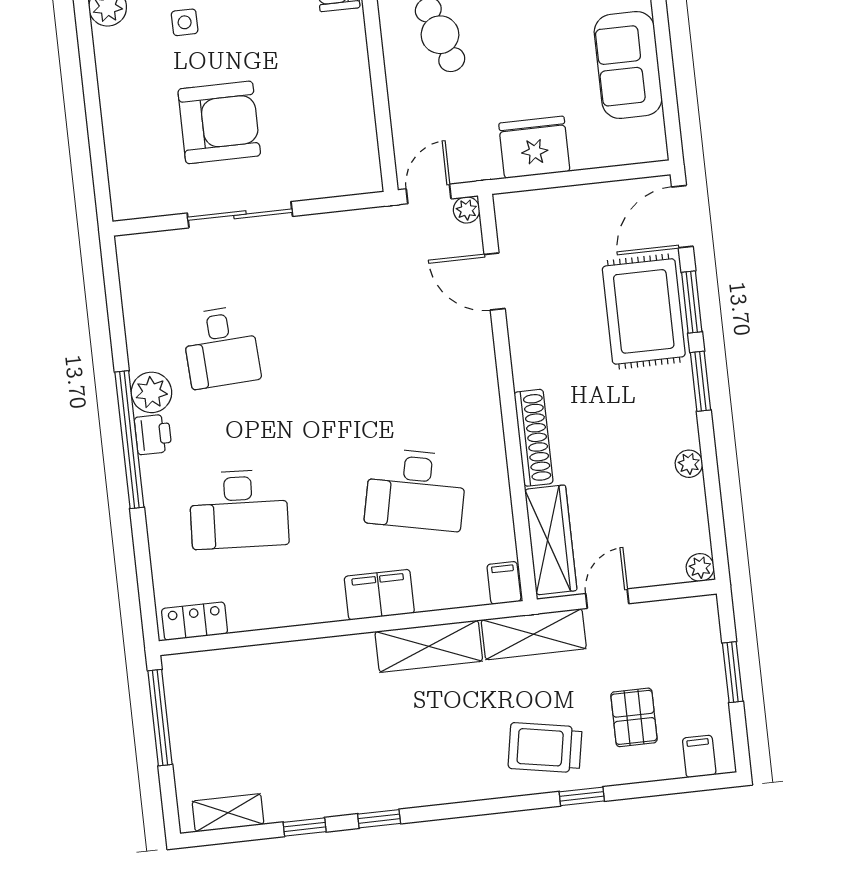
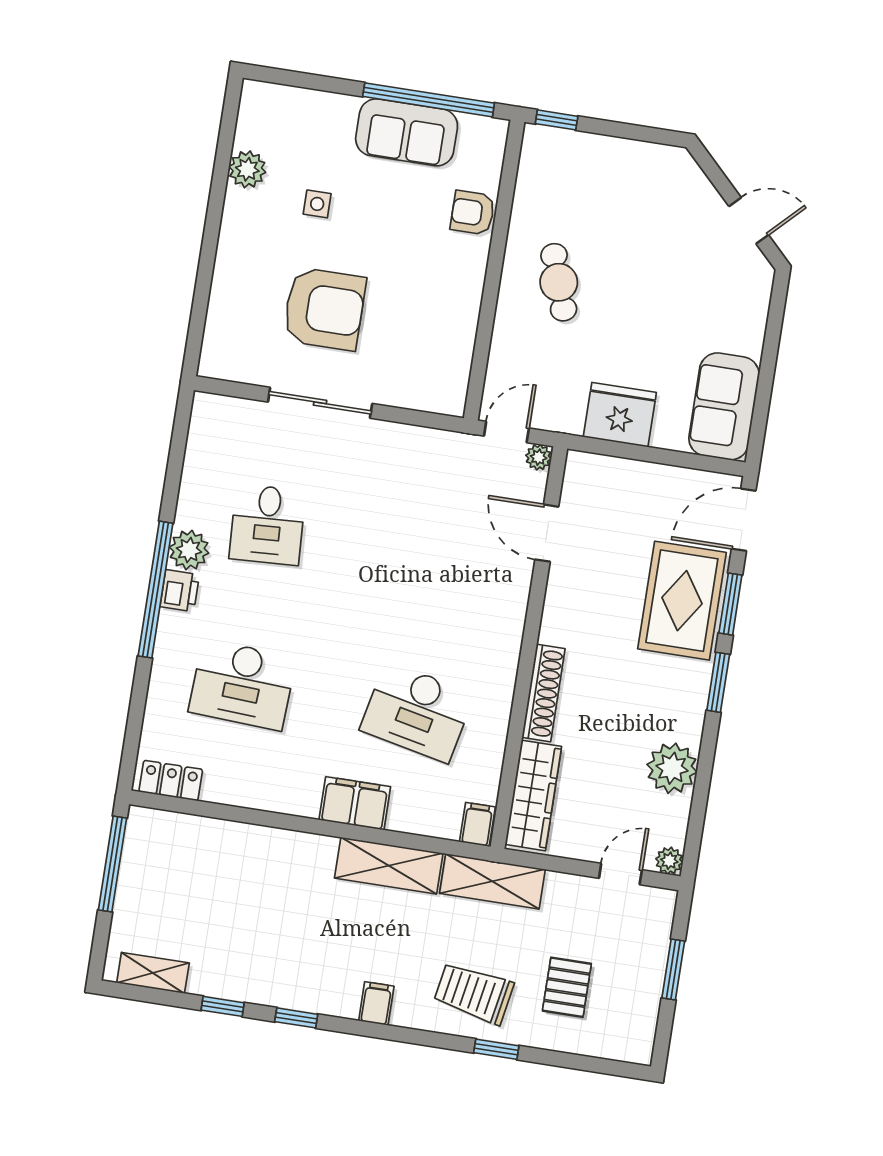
sofa: (628, 65) -> (724, 406), moved
plant: (689, 464) -> (672, 768), width x1.88, depth x1.88
door: (607, 599) -> (620, 874), moved
filing cabinet: (699, 756) -> (376, 1003), moved

